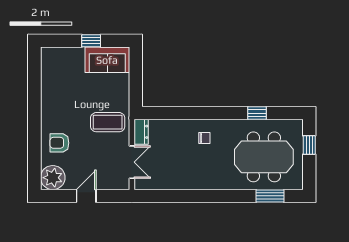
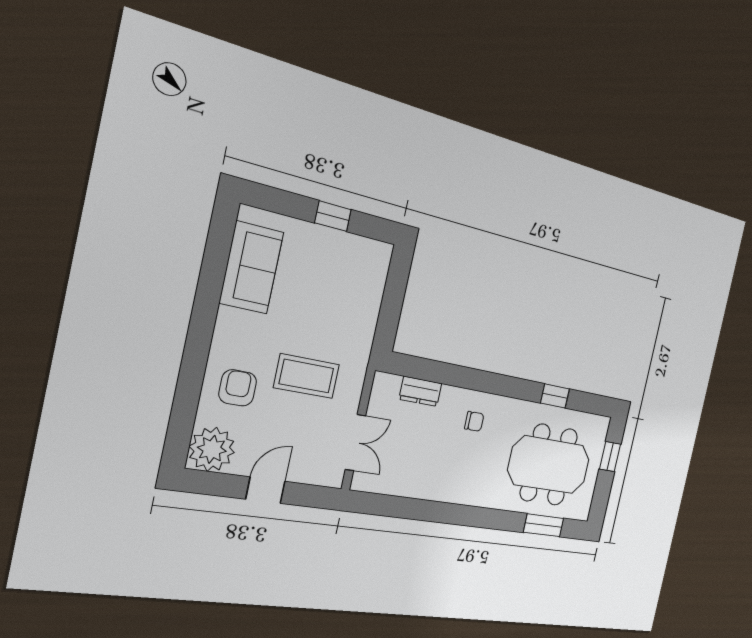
sofa: (107, 60) -> (251, 268), moved, turned -90
coffee table: (108, 122) -> (307, 376), moved
dresser: (141, 132) -> (420, 391), moved, turned 90
armchair: (59, 143) -> (238, 388), turned 90

